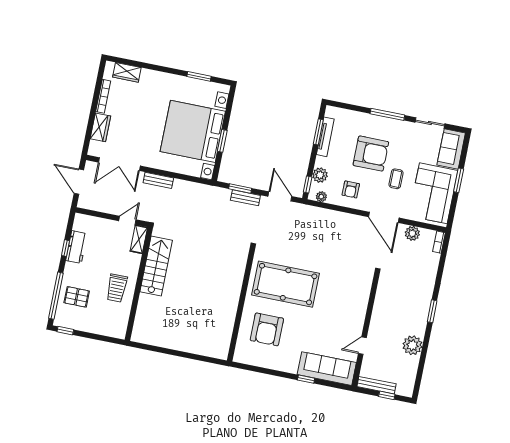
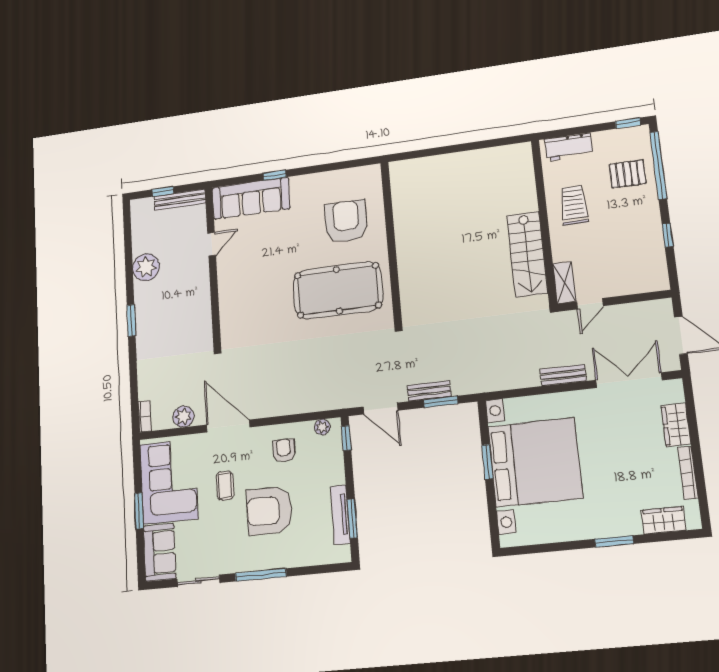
window: (199, 76) -> (614, 541), moved
plant: (320, 175) -> (332, 457), removed
workbench: (77, 247) -> (569, 147), moved, turned -90

